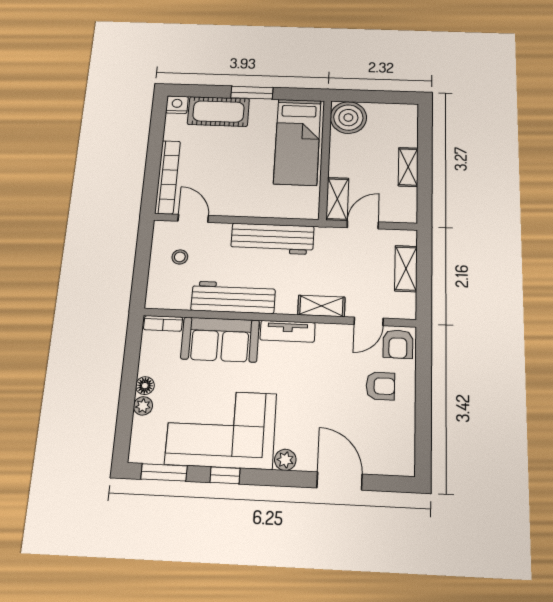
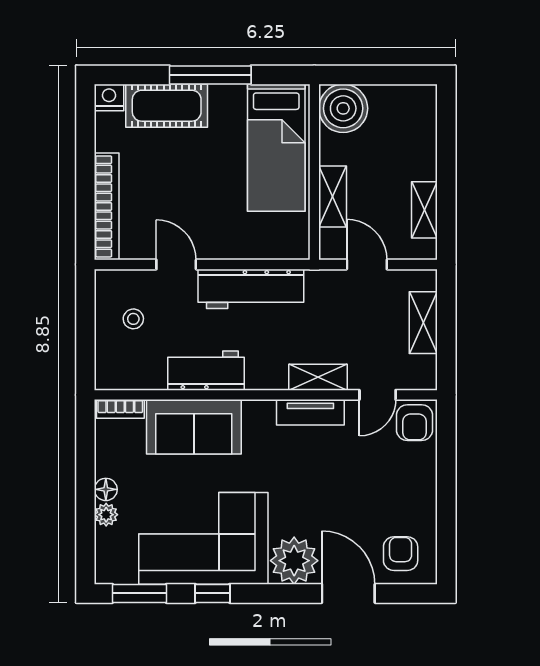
window: (252, 93) -> (210, 75), width x1.44
shelving: (408, 167) -> (424, 210), moved
shelving: (337, 199) -> (333, 197), moved
door: (193, 218) -> (176, 264), moved
door: (363, 225) -> (367, 264), hinge flipped
workbench: (233, 297) -> (206, 371), width x0.73
tv unit: (288, 331) -> (310, 412), moved
armchair: (380, 386) -> (401, 554), moved, turned -90
plant: (285, 460) -> (294, 561), width x1.88, depth x1.88

